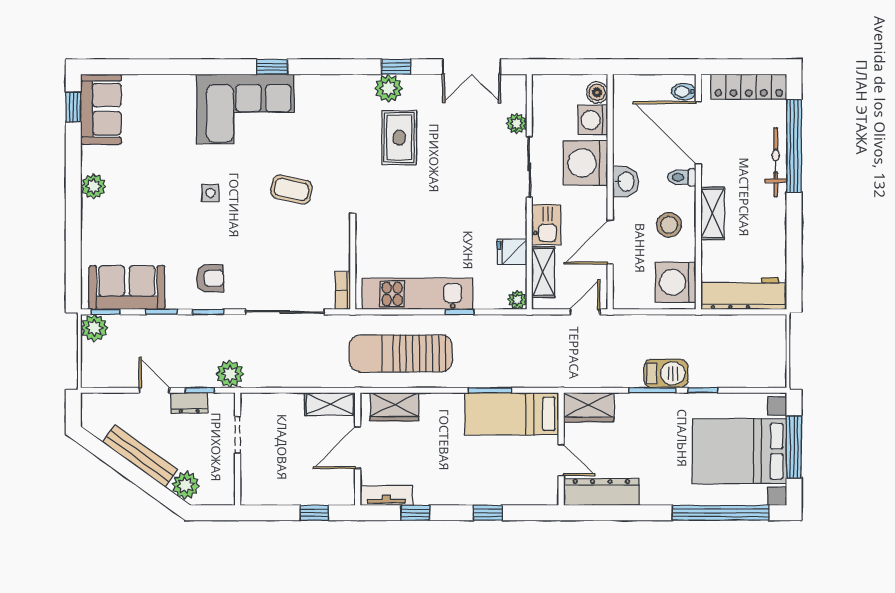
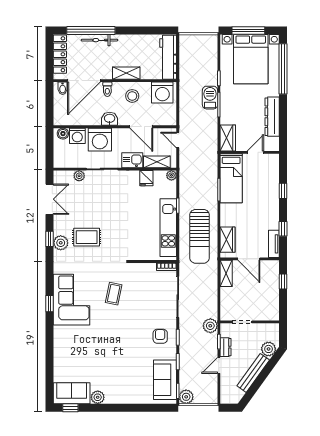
corner sofa: (245, 109) -> (72, 300), moved
plant: (93, 186) -> (98, 397), moved
side table: (210, 193) -> (116, 336), removed
dresser: (601, 492) -> (272, 117), moved

